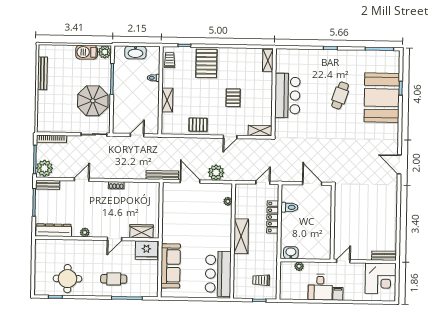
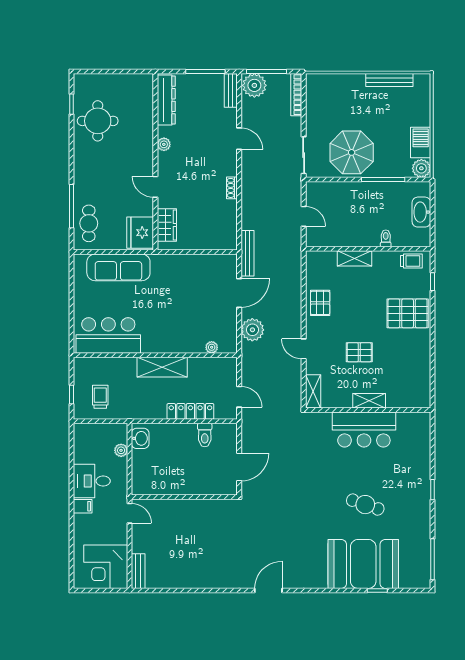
shelving: (268, 60) -> (369, 401), moved
cafe table: (114, 279) -> (89, 223), moved

